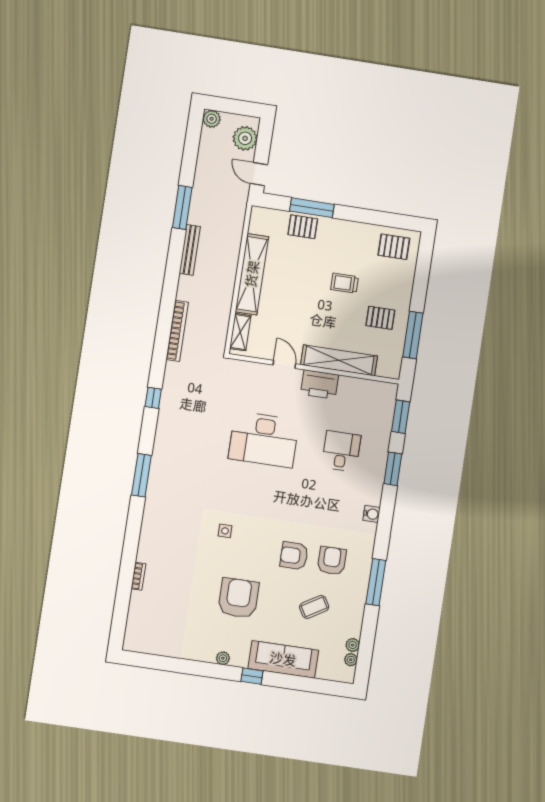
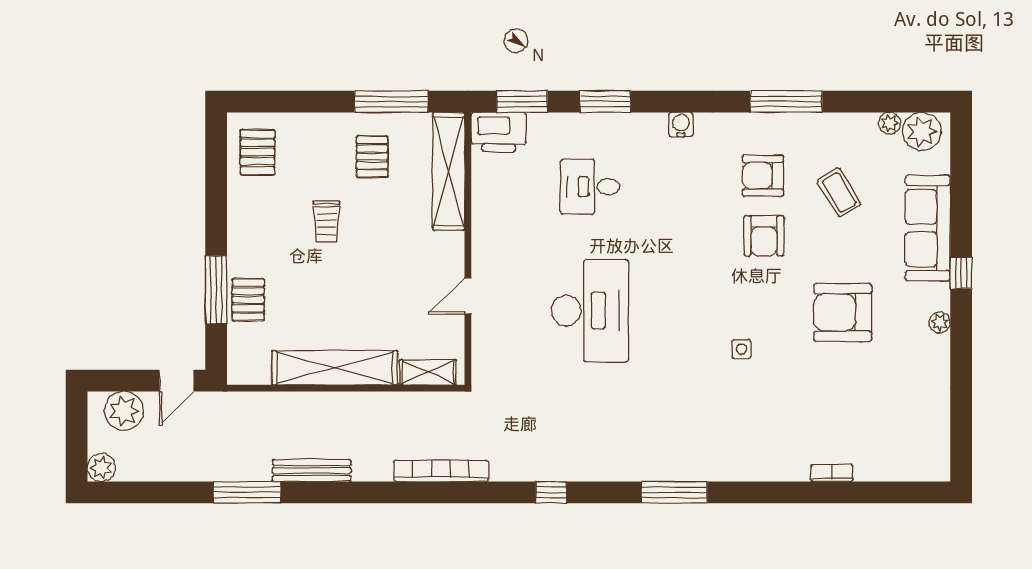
shelving: (339, 360) -> (449, 171), moved
printer: (320, 384) -> (499, 132), moved, turned 90
plant: (351, 660) -> (922, 131), width x1.88, depth x1.88

